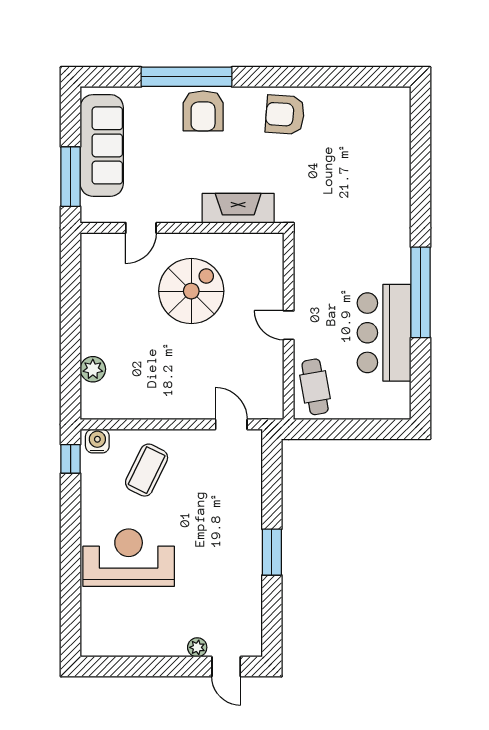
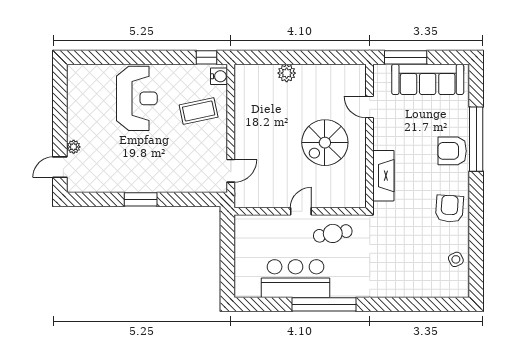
side table: (357, 105) -> (456, 259), added
spiral stairs: (191, 291) -> (325, 143), turned 90
plant: (93, 369) -> (287, 73), moved
cafe table: (315, 387) -> (333, 233), moved
coffee table: (147, 470) -> (199, 111), turned -38

